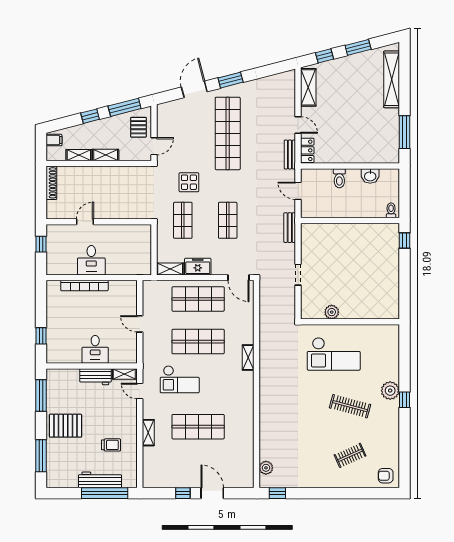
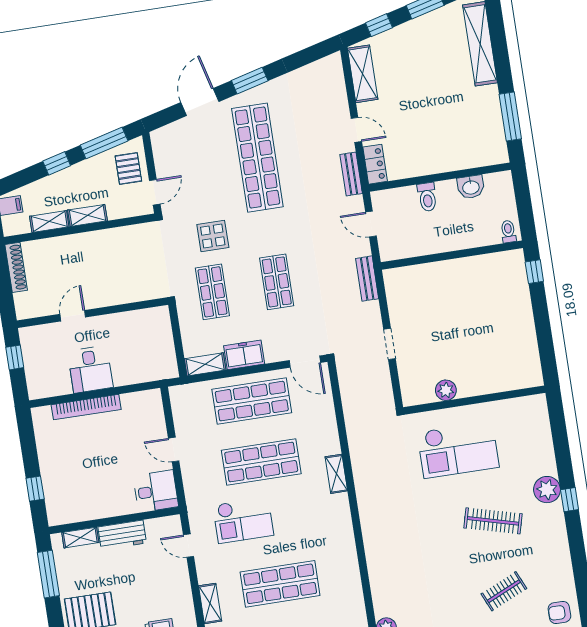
desk: (95, 349) -> (156, 491), moved, turned -90
shelving: (124, 374) -> (80, 538), moved

